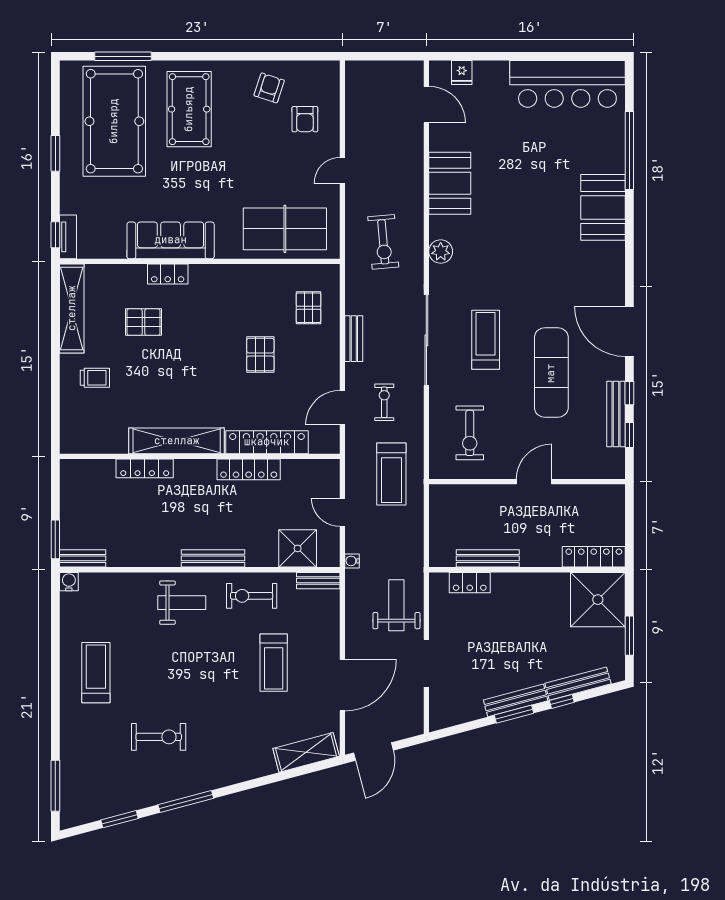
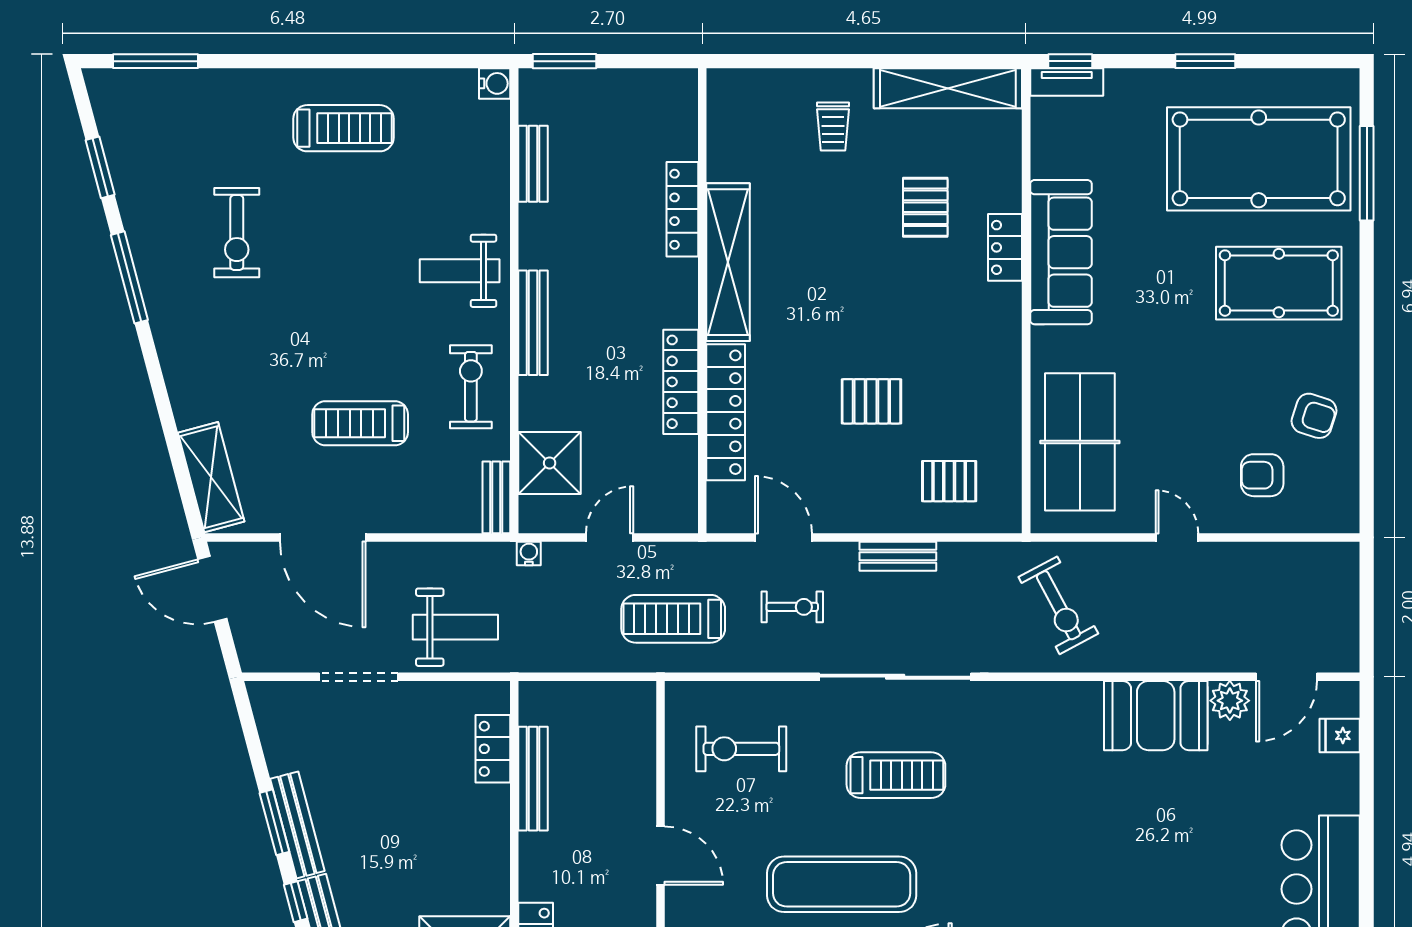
exercise bike: (383, 242) -> (1058, 605), turned -113
plant: (441, 251) -> (1230, 701), moved
bench: (83, 558) -> (533, 164), moved
weight bench: (182, 603) -> (460, 271), turned 90

